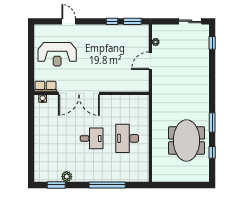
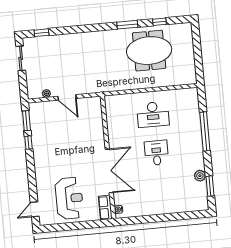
door: (69, 21) -> (35, 209), moved

